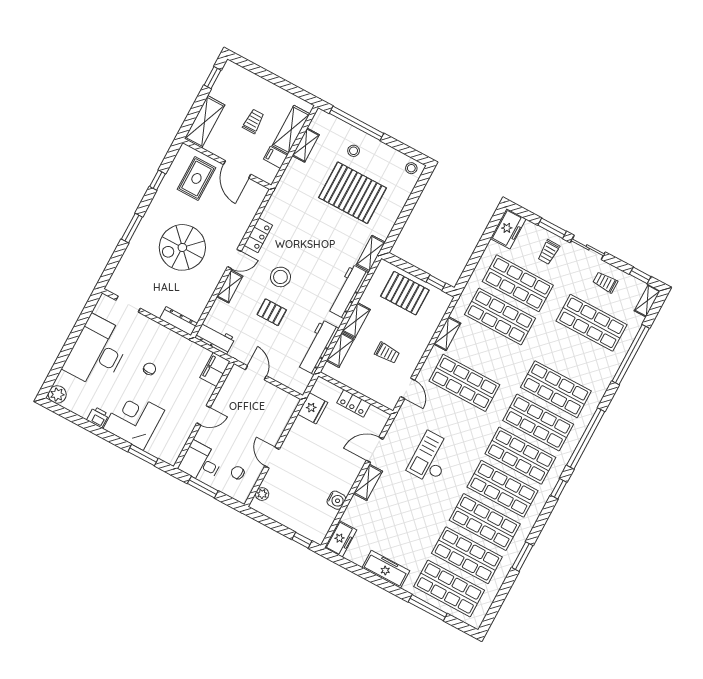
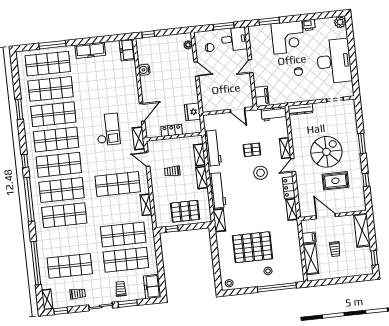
shelving: (306, 145) -> (292, 209), moved
rug: (196, 178) -> (335, 181), moved, turned 90
shelving: (368, 482) -> (138, 138), moved

